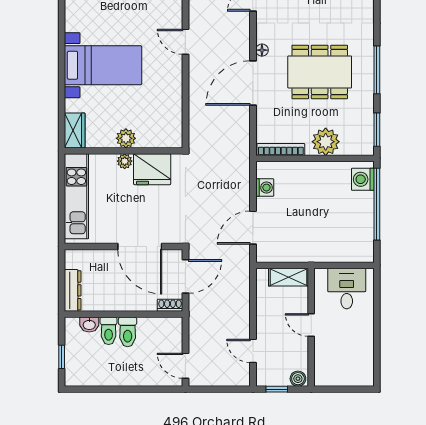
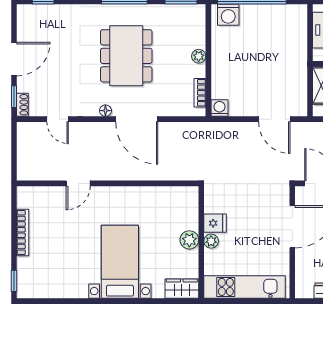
door: (185, 42) -> (78, 183), moved
plant: (326, 142) -> (199, 56), width x0.53, depth x0.53
bookcase: (281, 149) -> (200, 93), width x0.64
fridge: (152, 169) -> (215, 223), width x0.53, depth x0.75
washing machine: (265, 188) -> (219, 108), moved

